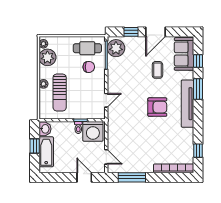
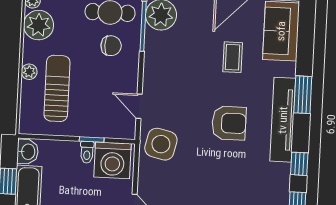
window: (198, 61) -> (299, 164), moved
sun lounger: (60, 92) -> (57, 88), turned 180
door: (106, 100) -> (139, 106), swing flipped
side table: (120, 121) -> (161, 144), added

